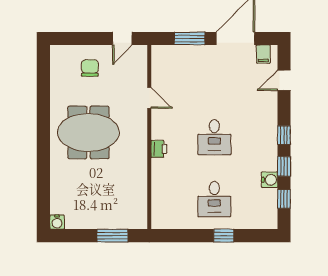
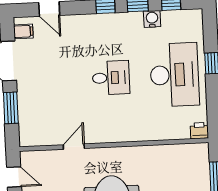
printer: (159, 149) -> (199, 131), moved
desk: (214, 199) -> (175, 75), width x1.87, depth x1.30

